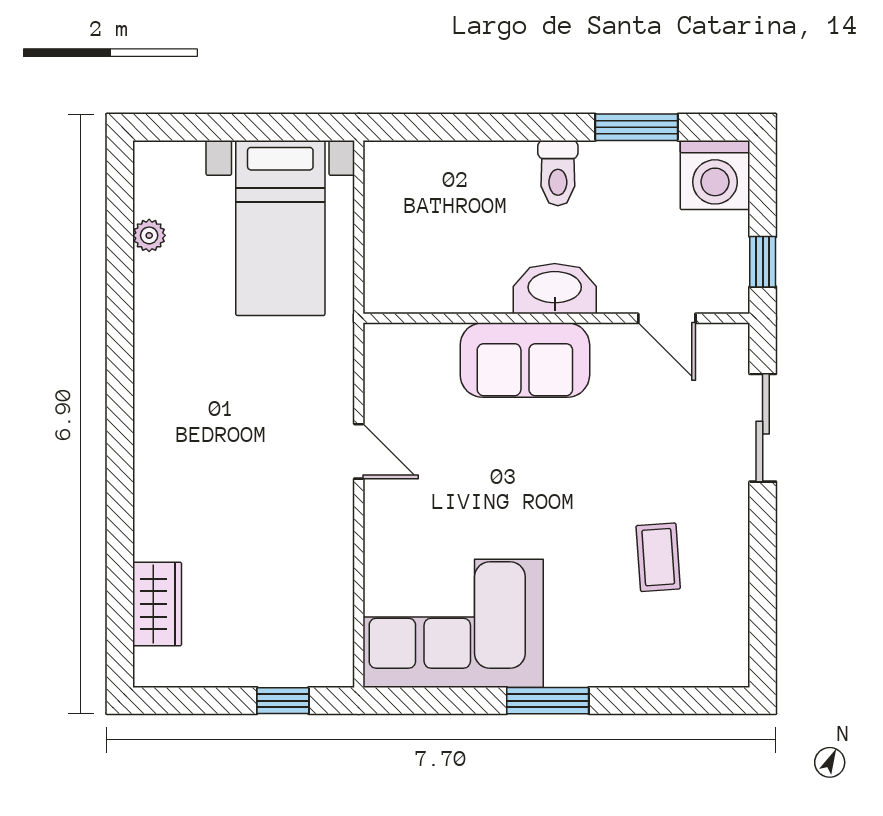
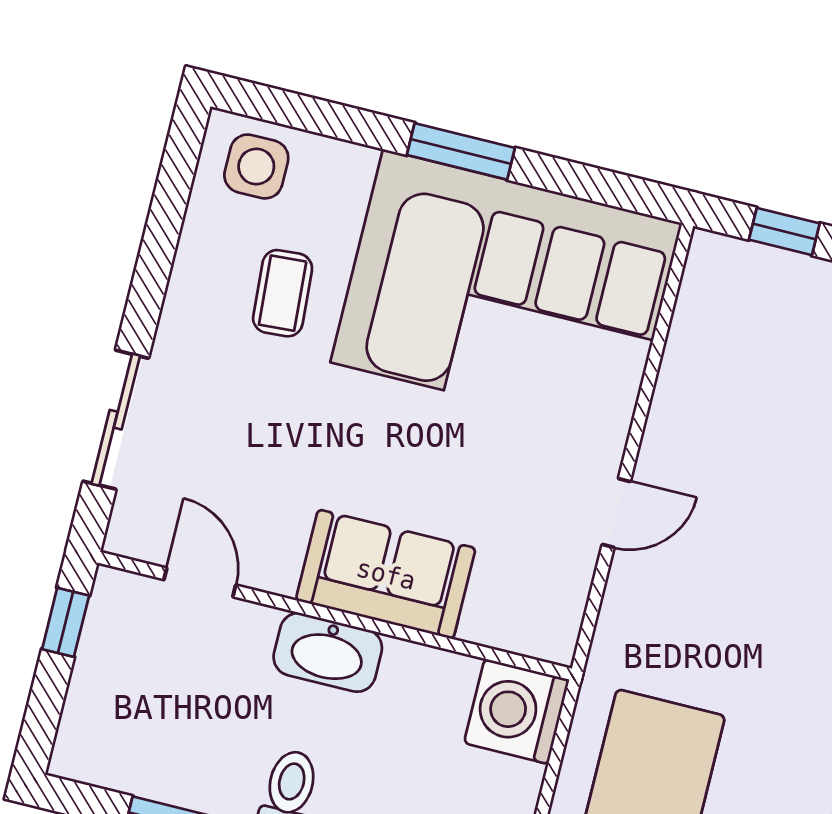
washing machine: (715, 175) -> (517, 711), moved, turned -90
door: (359, 451) -> (616, 513), swing flipped
corner sofa: (453, 623) -> (506, 293), width x1.36, depth x1.36
side table: (703, 650) -> (256, 166), added

